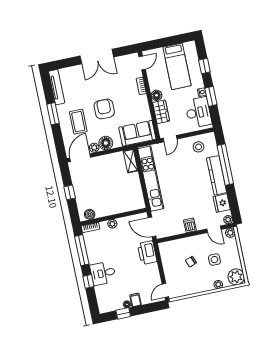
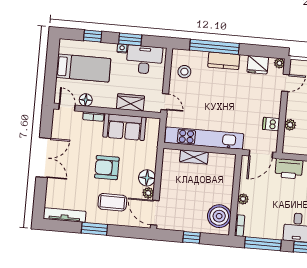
floor lamp: (157, 95) -> (86, 100), moved
sofa: (137, 133) -> (124, 127), moved, turned -90
shelving: (131, 161) -> (194, 157), moved
kitchen counter: (217, 175) -> (224, 61), width x0.67
boiler: (90, 214) -> (219, 216), width x1.86, depth x1.86
dishwasher: (190, 225) -> (271, 124), moved
plant: (230, 233) -> (290, 125), moved

